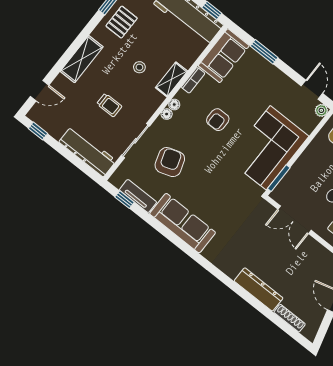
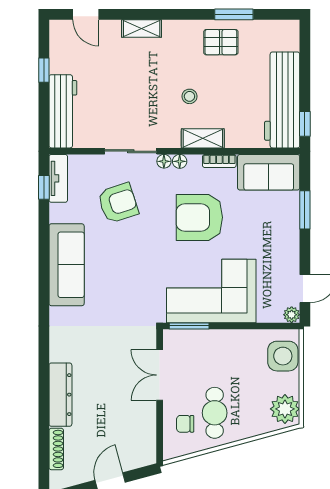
shelving: (82, 59) -> (142, 29), width x0.67, depth x0.75
trolley: (109, 105) -> (127, 96), removed
armchair: (218, 120) -> (199, 217), width x1.88, depth x1.88
window: (38, 131) -> (44, 70), moved
sliding door: (135, 141) -> (131, 151), moved
tv unit: (138, 196) -> (58, 178), moved

